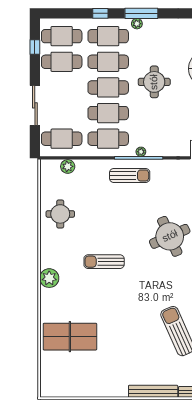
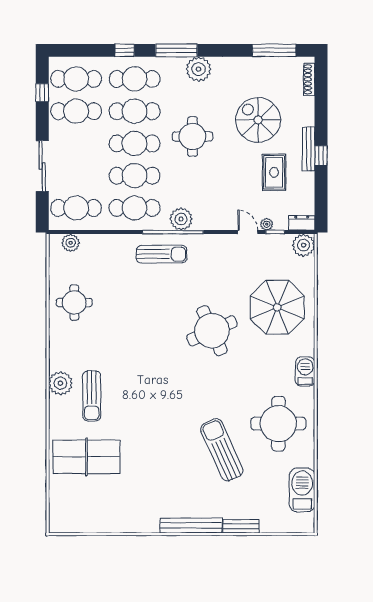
plant: (137, 24) -> (199, 69), moved, width x1.88, depth x1.88
plant: (141, 152) -> (181, 219), width x1.88, depth x1.88
plant: (68, 166) -> (71, 243), moved
sun lounger: (104, 262) -> (92, 396), moved, turned -90

